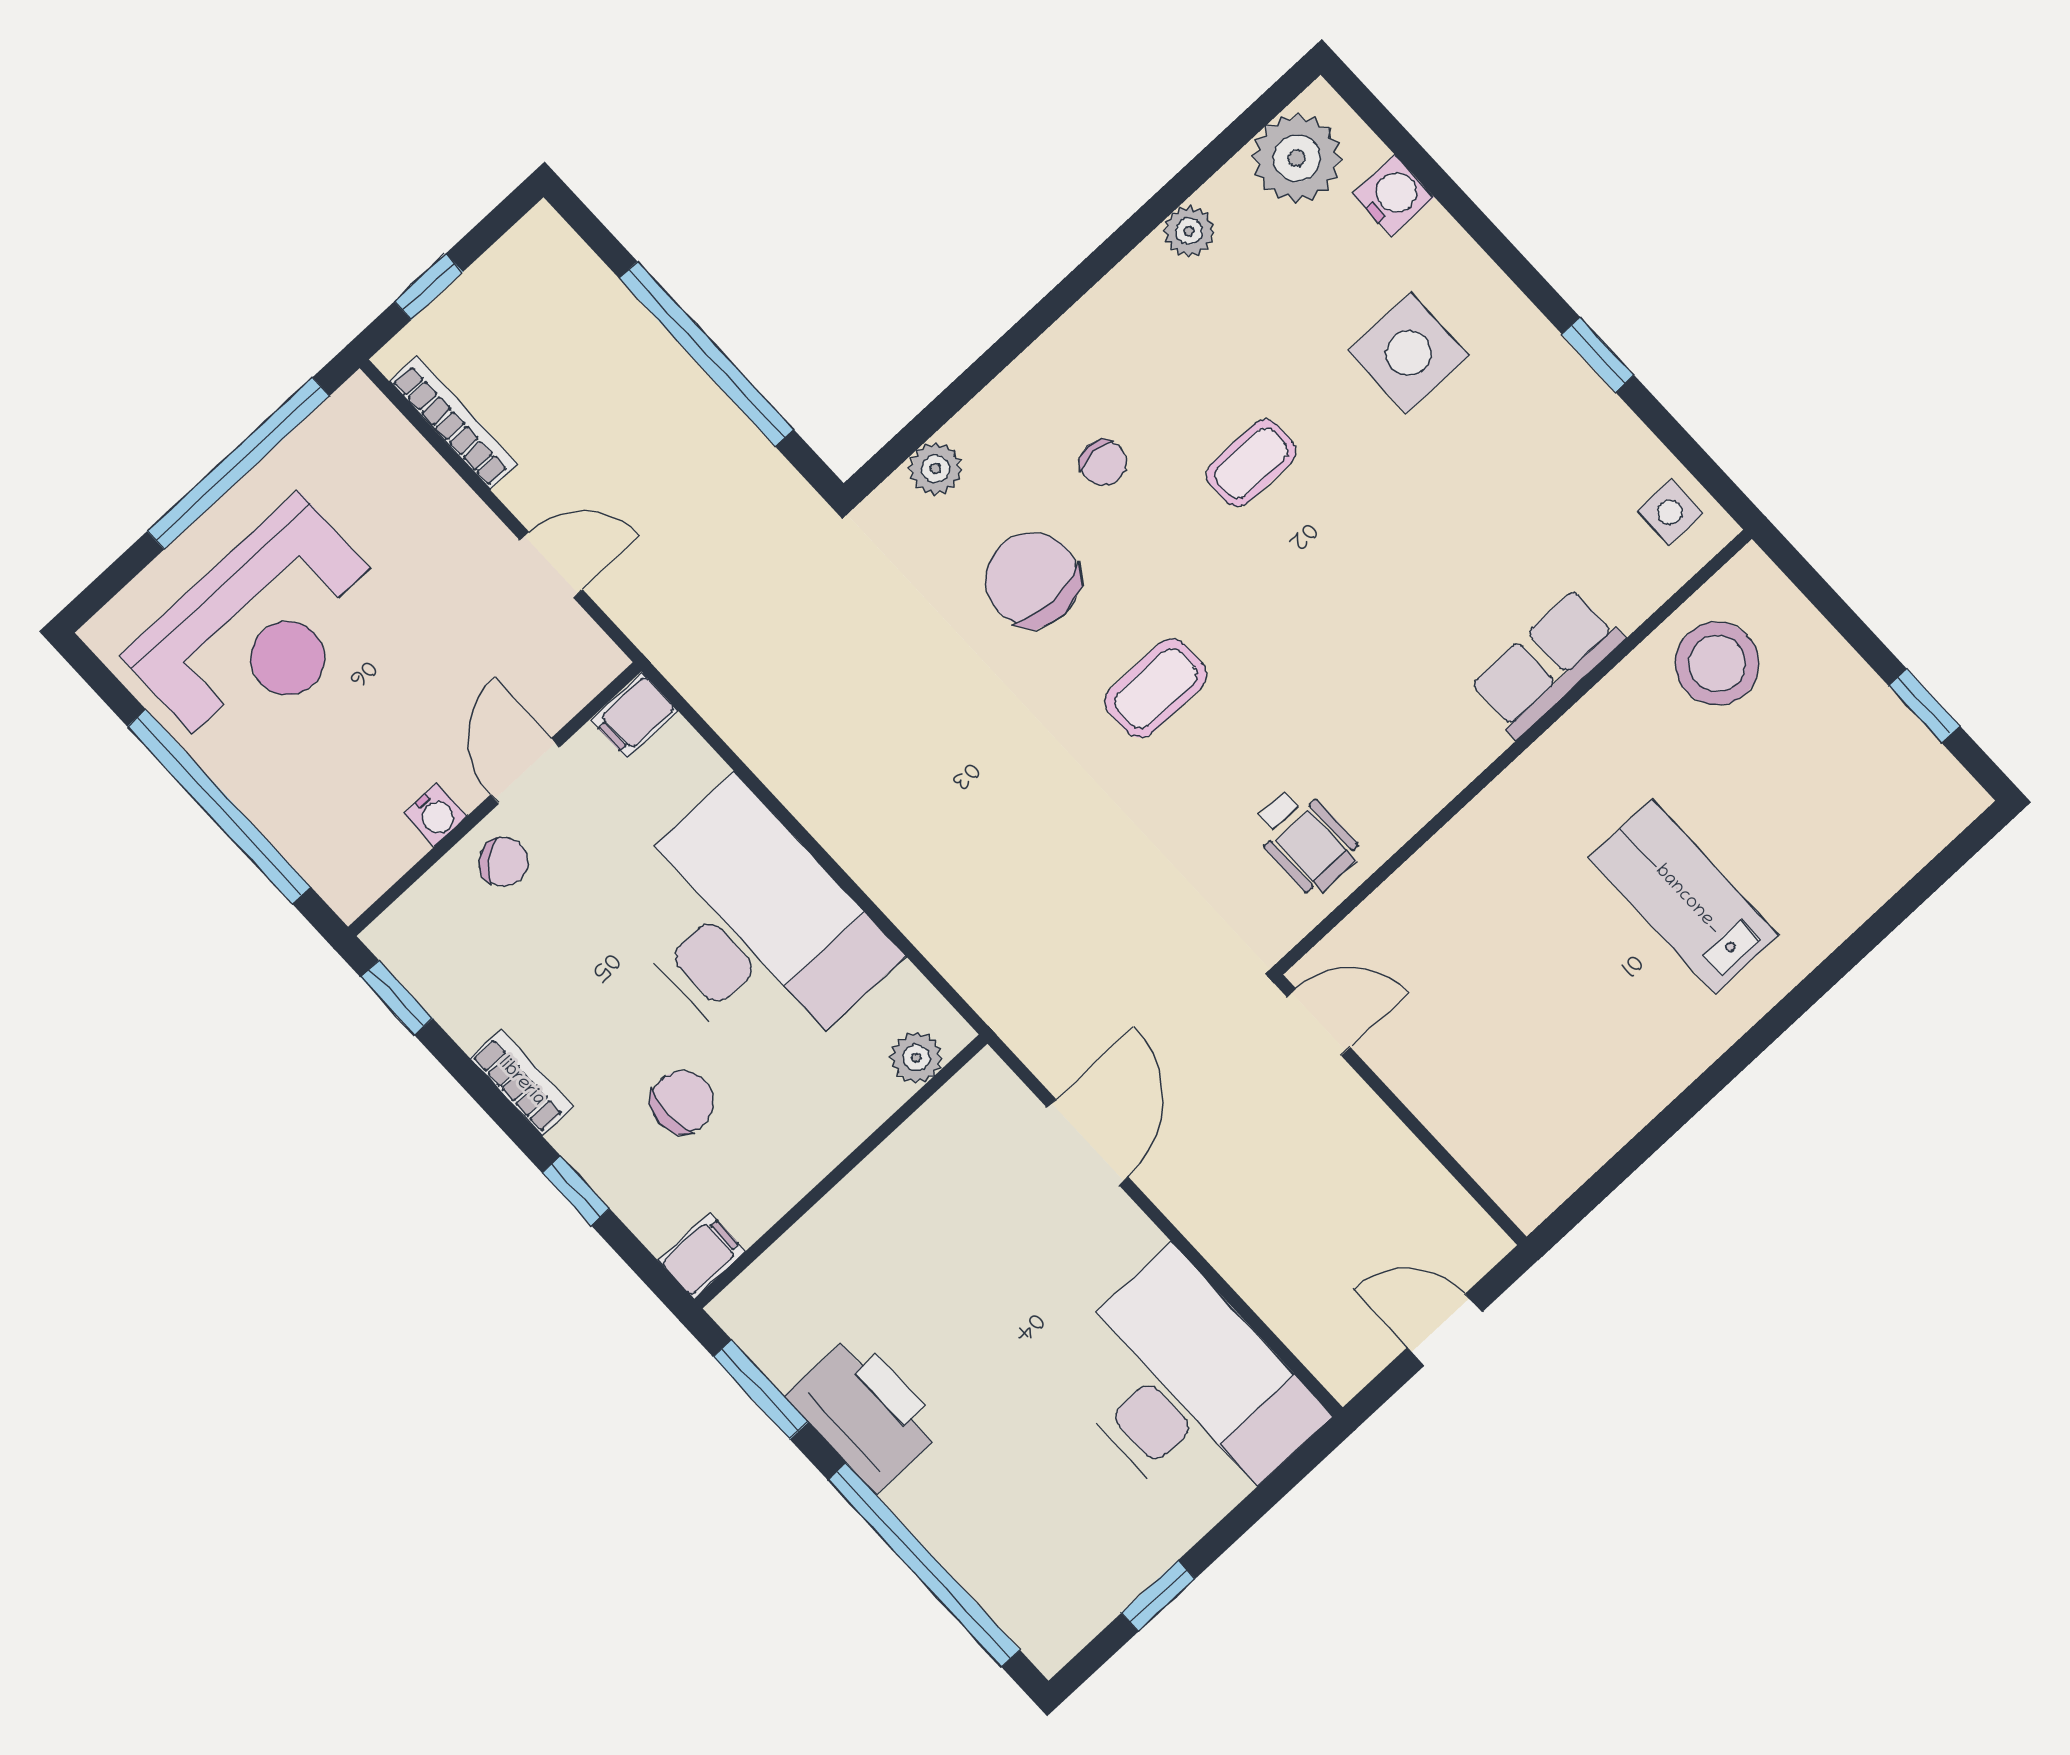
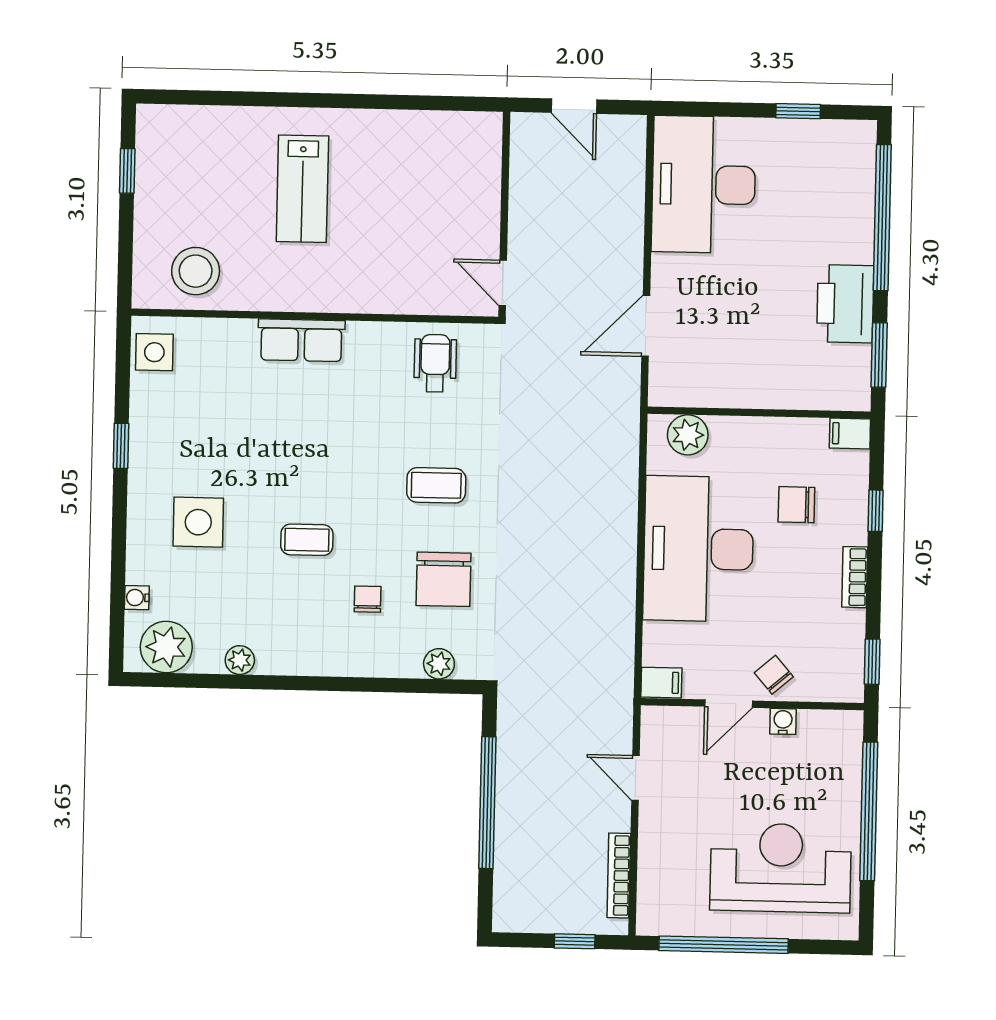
water cooler: (1393, 196) -> (137, 598), width x0.72, depth x0.72
side table: (1670, 512) -> (154, 352), width x1.37, depth x1.37
row of seats: (1547, 663) -> (301, 340), moved
plant: (916, 1058) -> (688, 435), width x1.38, depth x1.38

